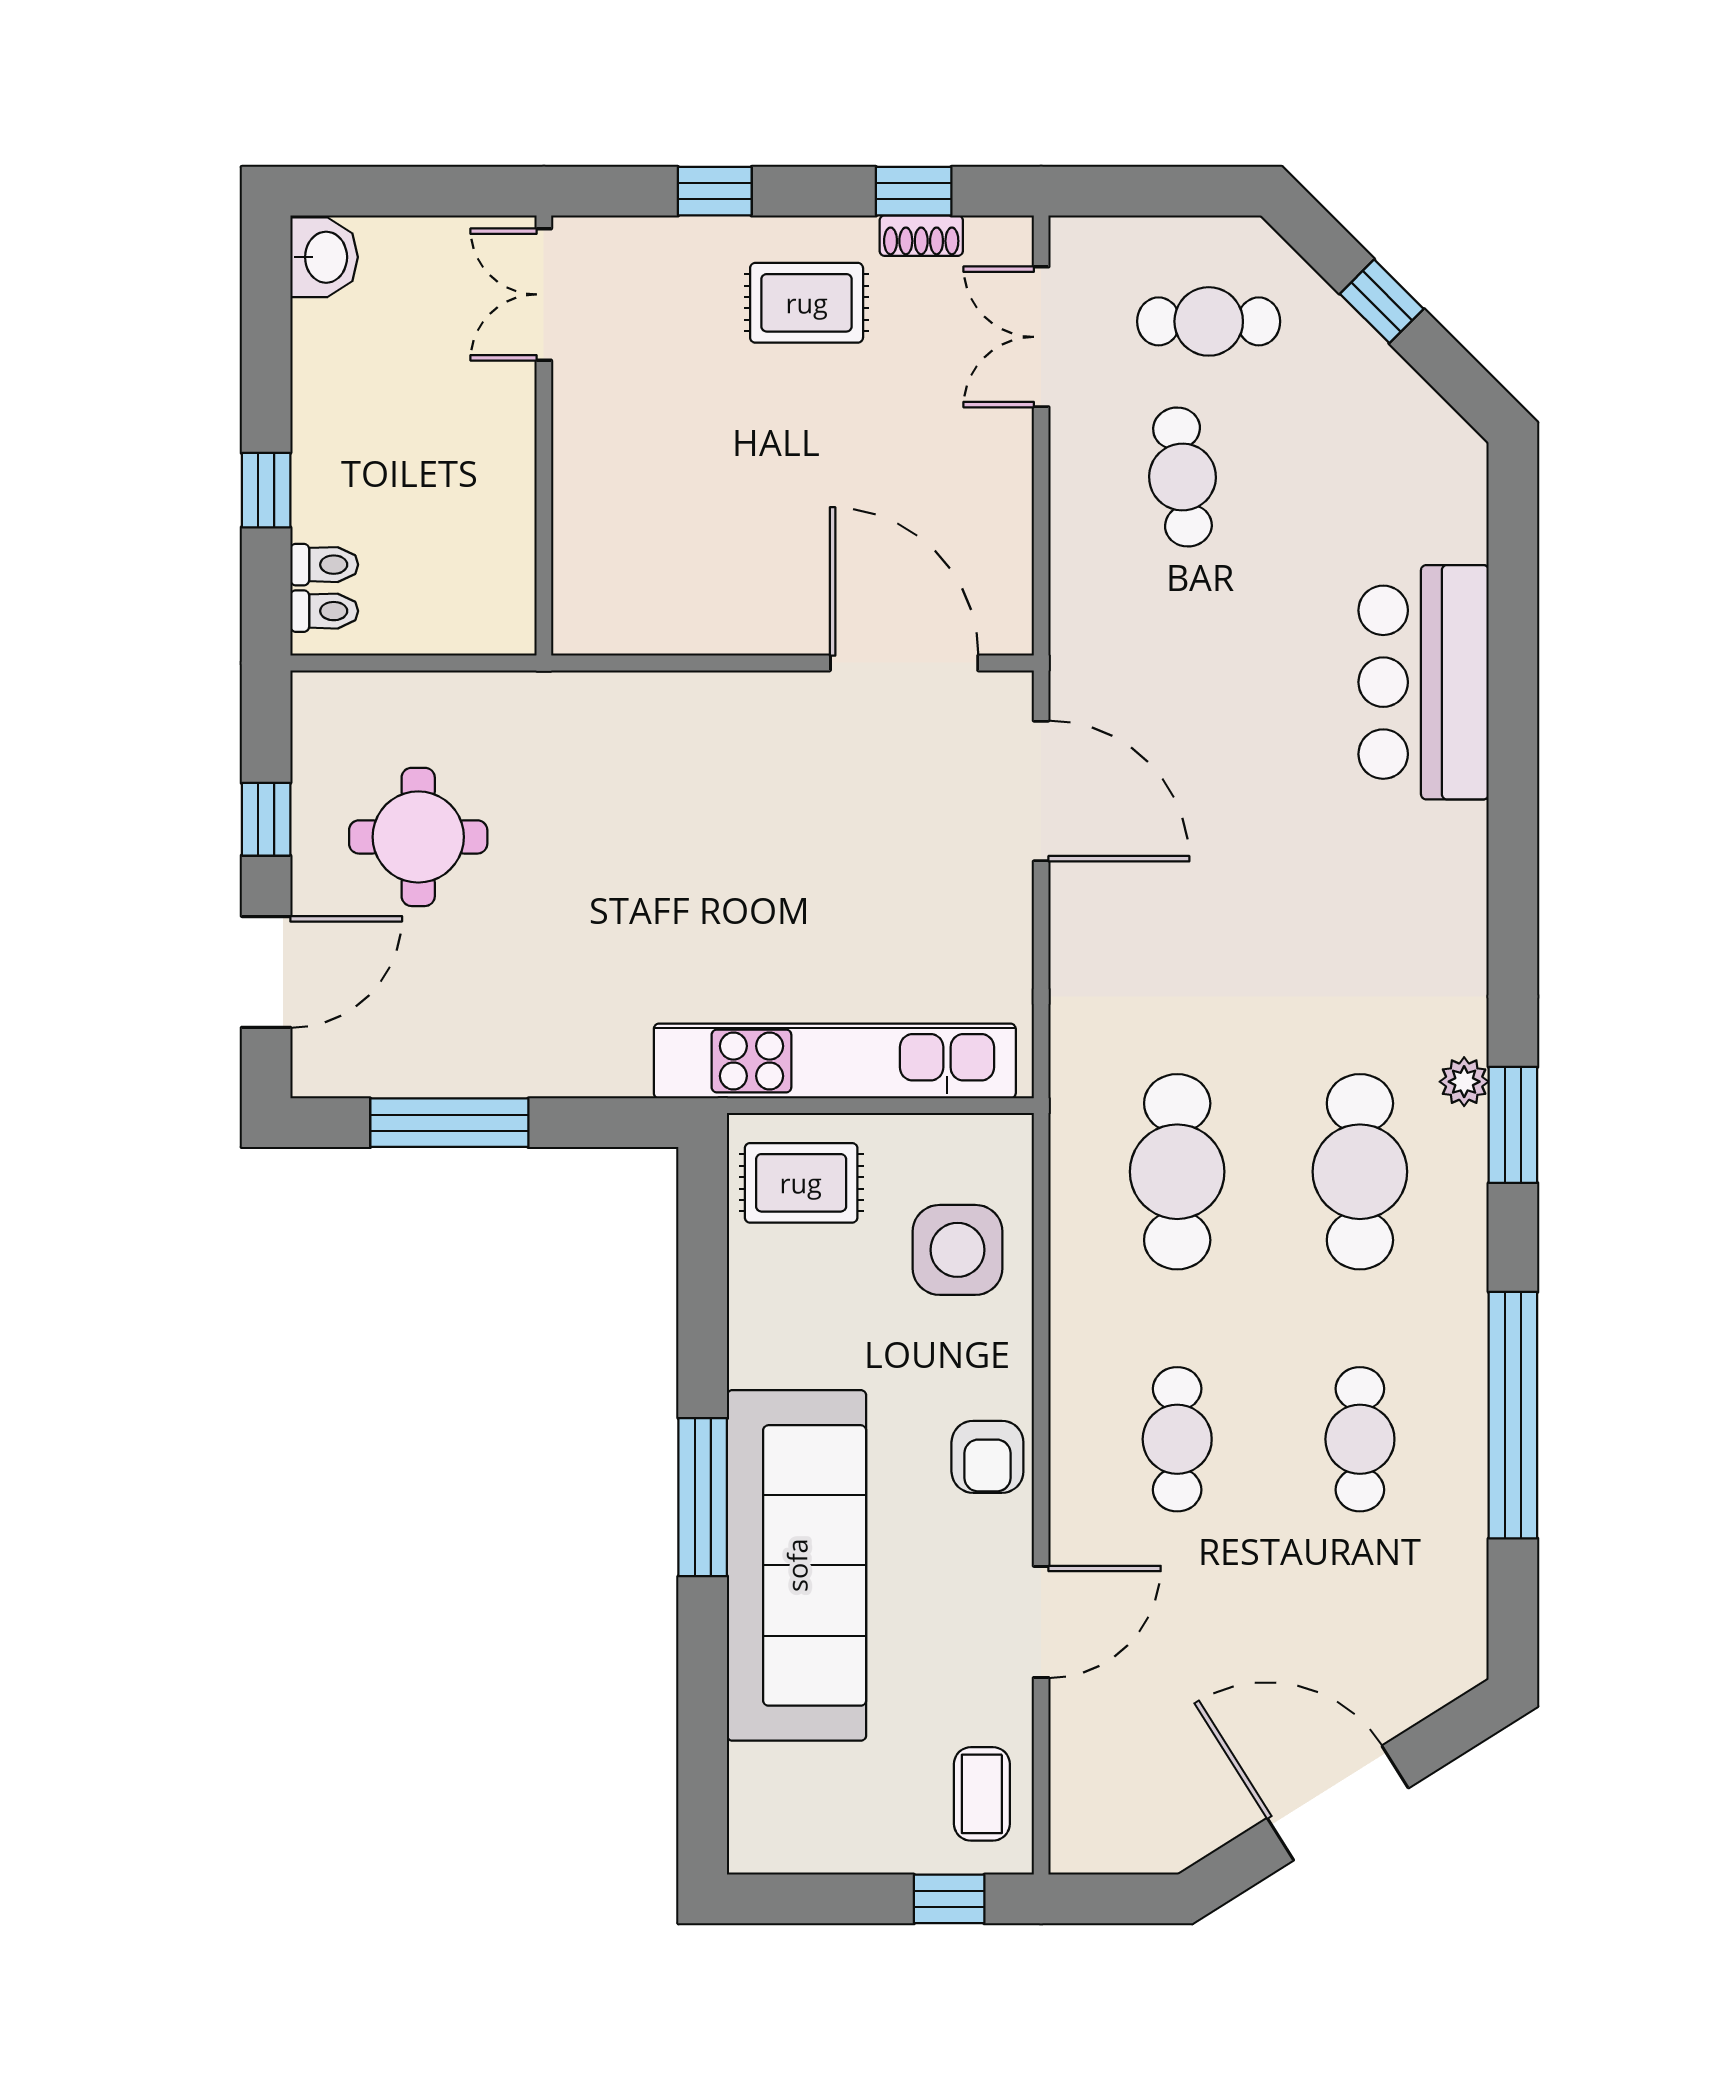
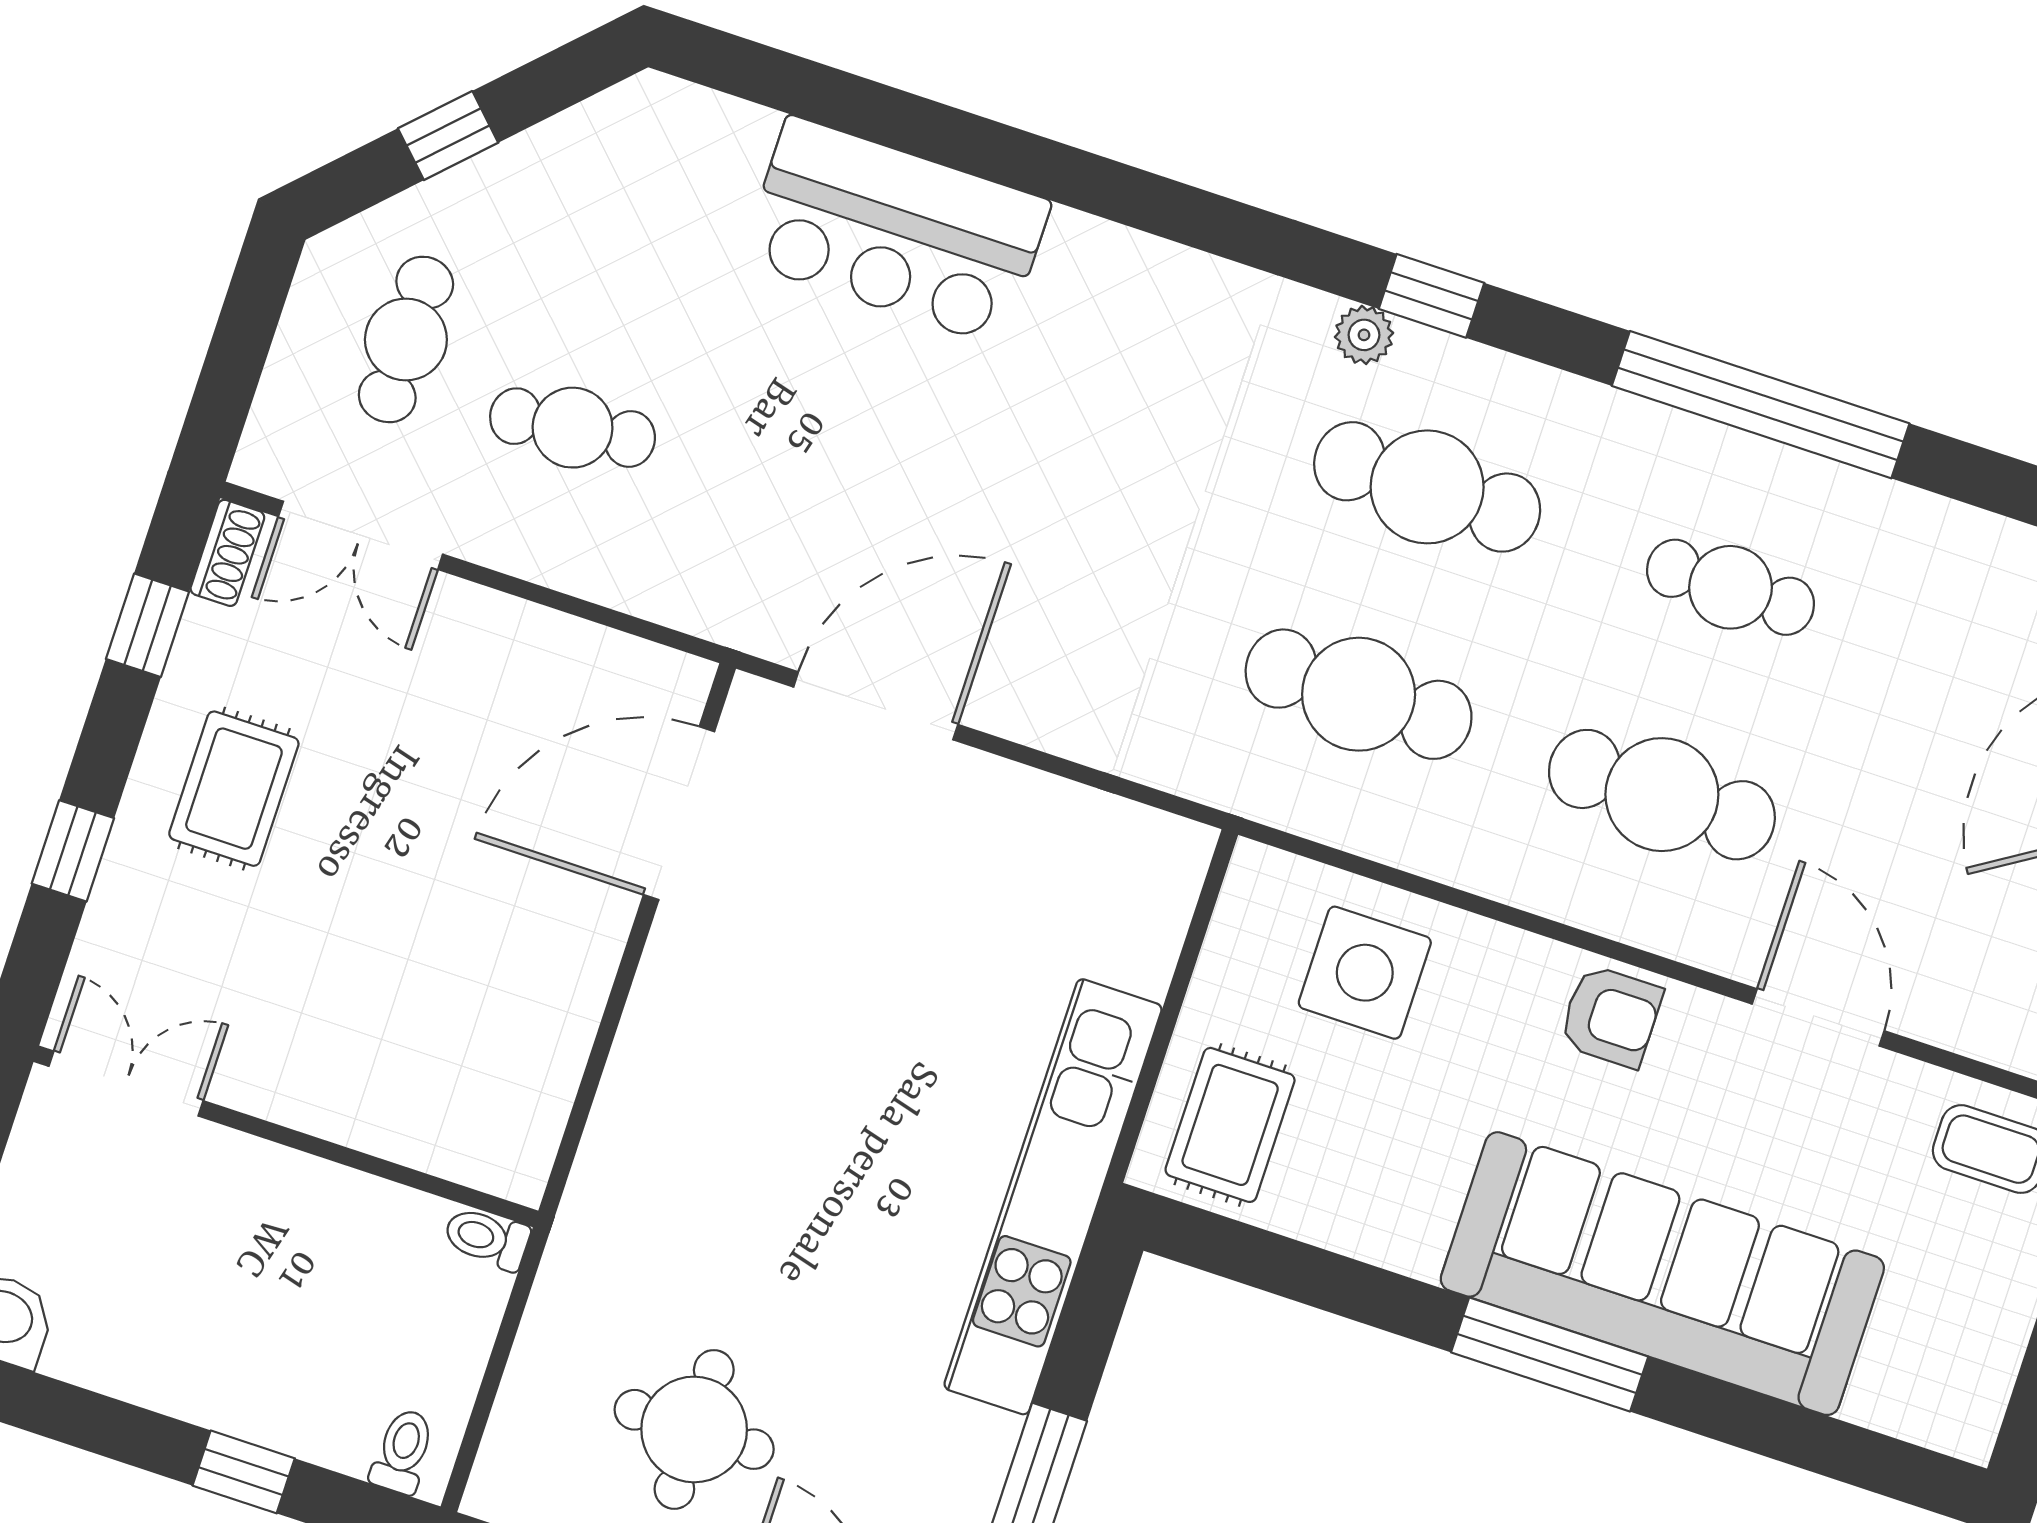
shoe rack: (921, 236) -> (227, 553), moved
double door: (544, 294) -> (126, 1084), swing flipped
toilet: (324, 565) -> (487, 1238), moved, turned -90
kitchen unit: (835, 1061) -> (1053, 1197), moved
window: (1513, 1125) -> (1431, 296), width x0.67
cafe table: (1177, 1439) -> (1662, 795), width x1.37, depth x1.35

